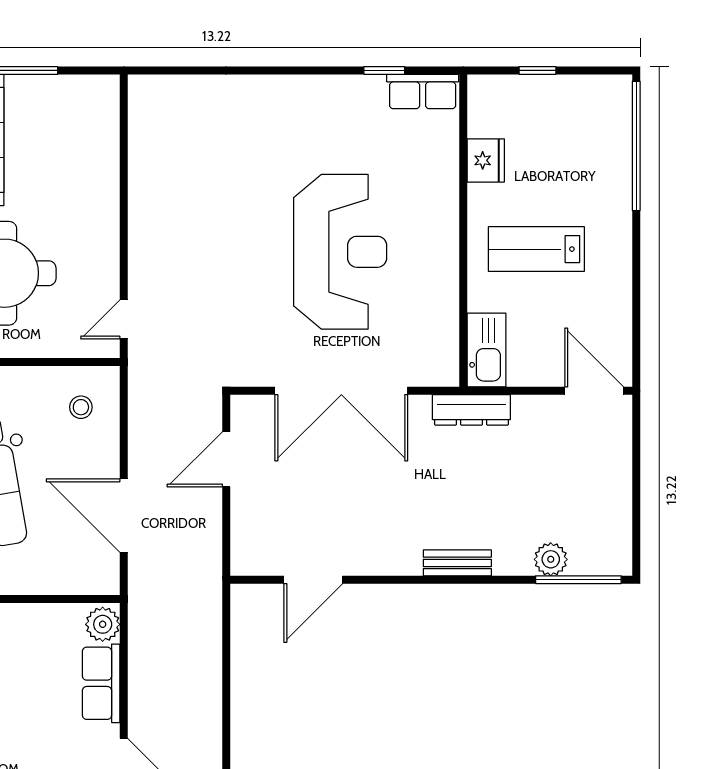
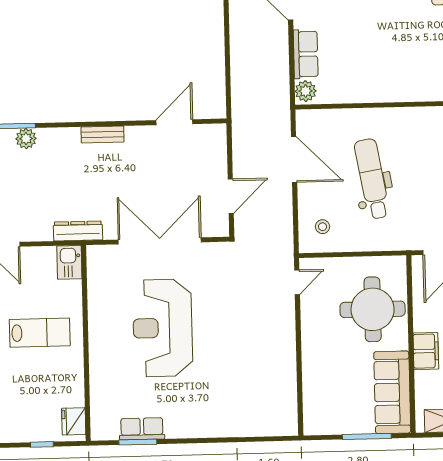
window: (384, 70) -> (138, 442), width x1.50
row of seats: (423, 92) -> (142, 429), moved
fridge: (486, 160) -> (74, 421), moved
kitchen sink: (486, 350) -> (69, 262), width x0.73
bench: (457, 563) -> (103, 134), moved

